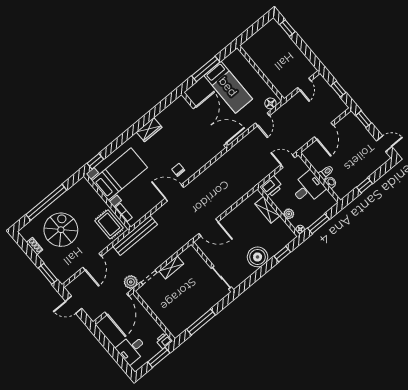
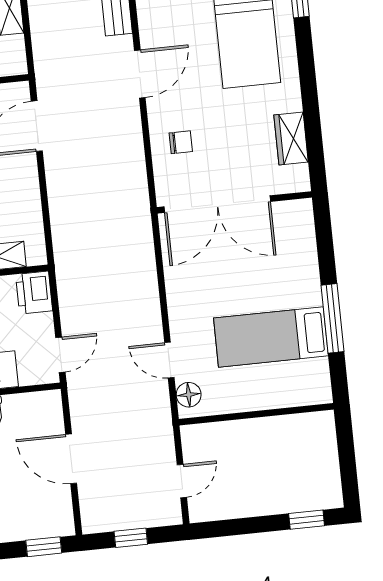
door: (304, 84) -> (182, 481), swing flipped
wall: (205, 120) -> (234, 202), moved
double door: (210, 126) -> (217, 204), moved
door: (174, 193) -> (140, 74), moved

